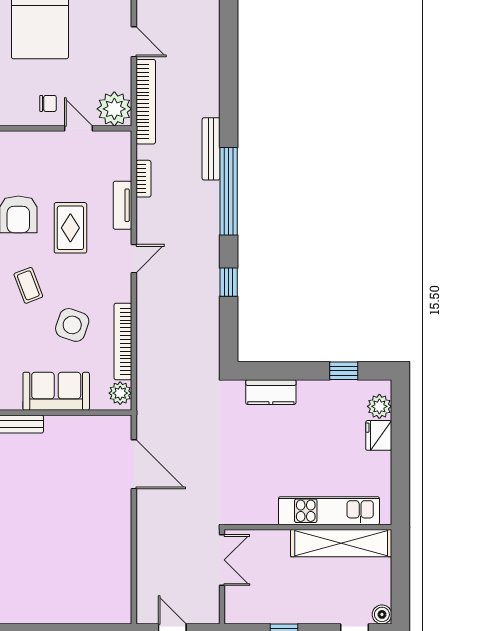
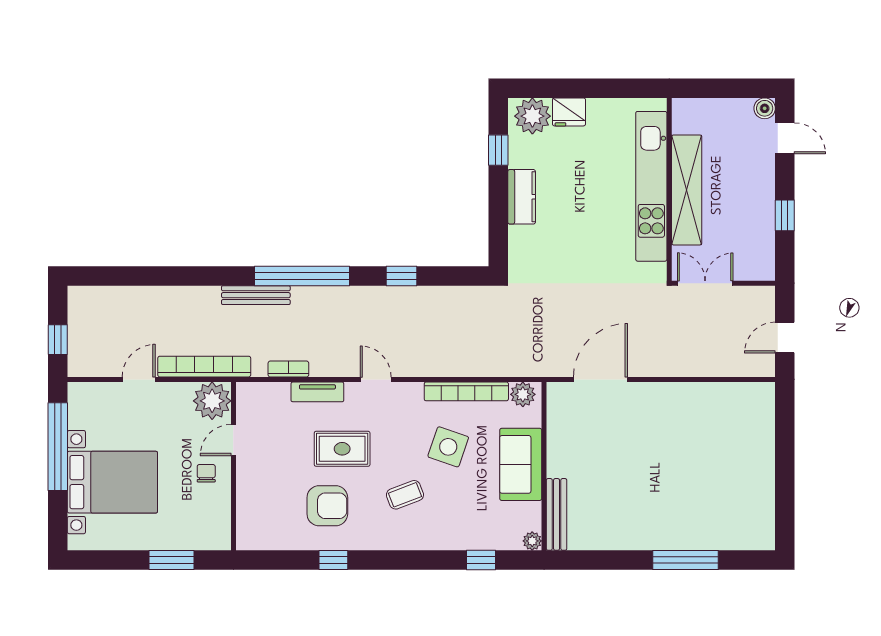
kitchen counter: (271, 392) -> (522, 197), moved
plant: (379, 406) -> (532, 116), width x1.36, depth x1.36
kitchen unit: (329, 511) -> (651, 186), width x1.36
shelving: (341, 543) -> (687, 190), moved

